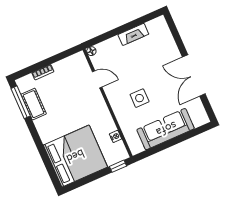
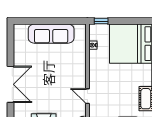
double door: (194, 75) -> (11, 84), moved
side table: (140, 98) -> (61, 67), removed

